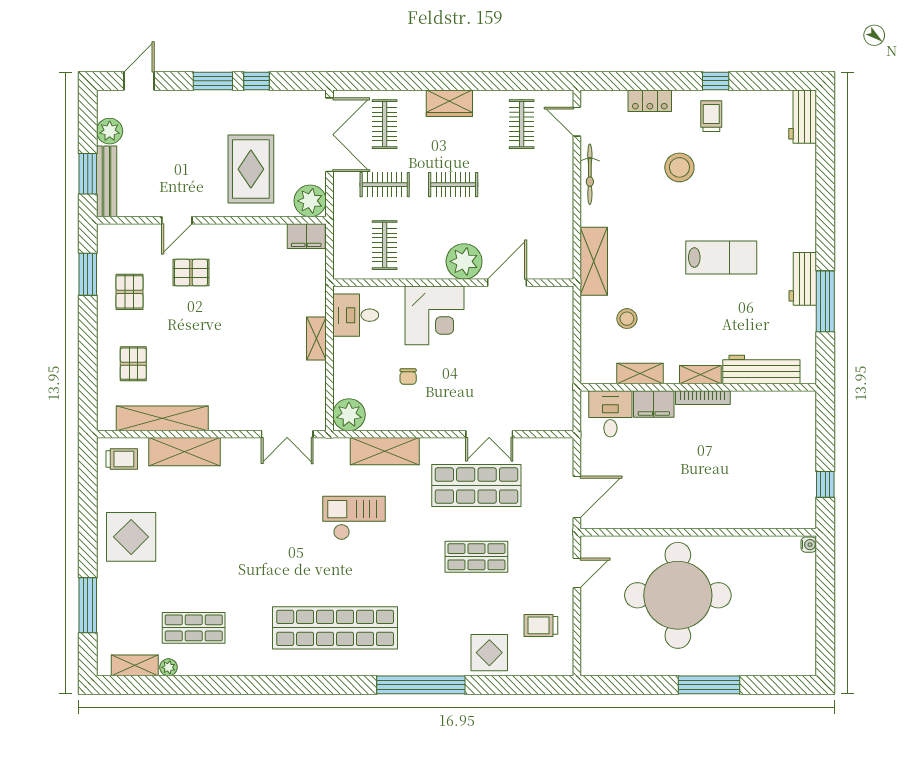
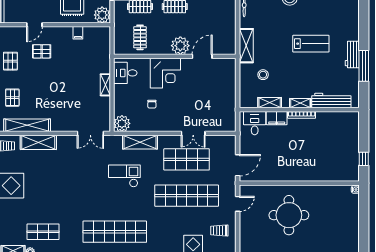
filing cabinet: (306, 236) -> (78, 33), moved, width x0.50
shop shelf: (476, 557) -> (187, 196), width x2.00, depth x1.36
round table: (678, 595) -> (289, 215), width x0.73, depth x0.73

